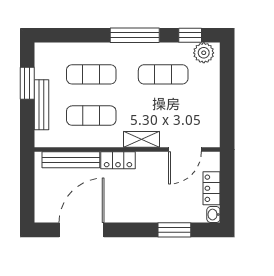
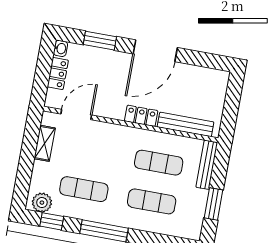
bench: (41, 105) -> (207, 165), moved
shelving: (142, 139) -> (45, 143), moved, turned 90
door: (82, 230) -> (155, 51), moved

